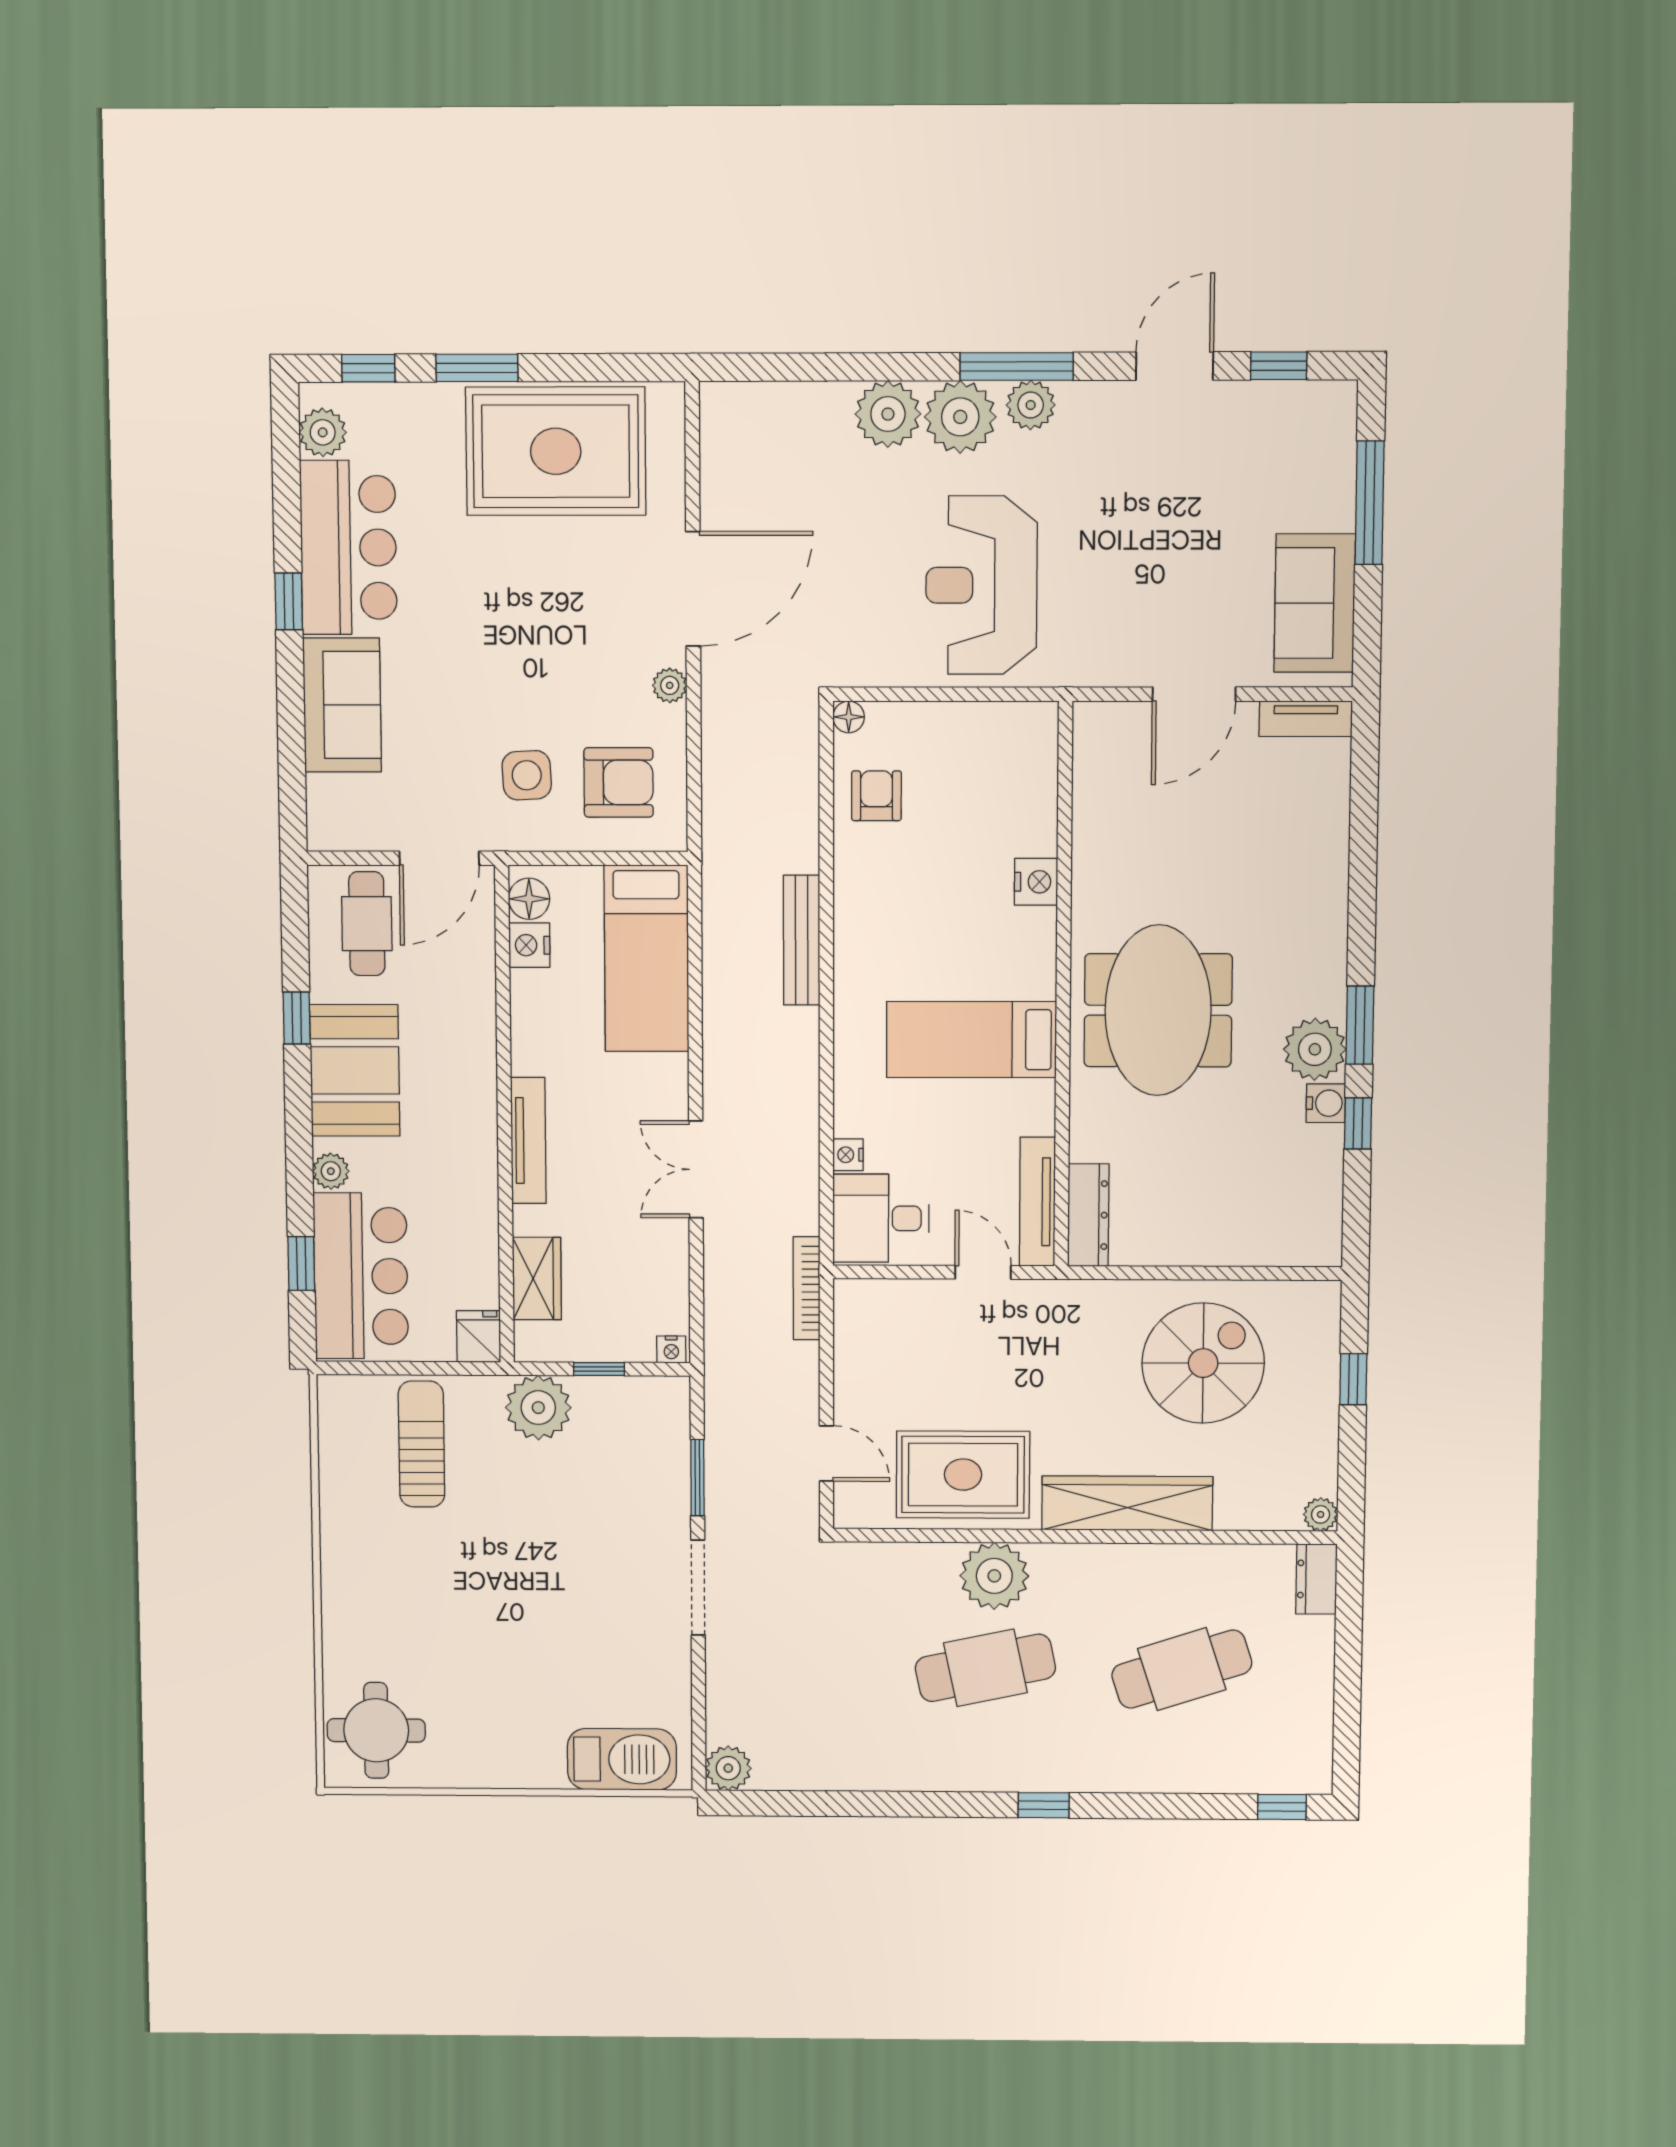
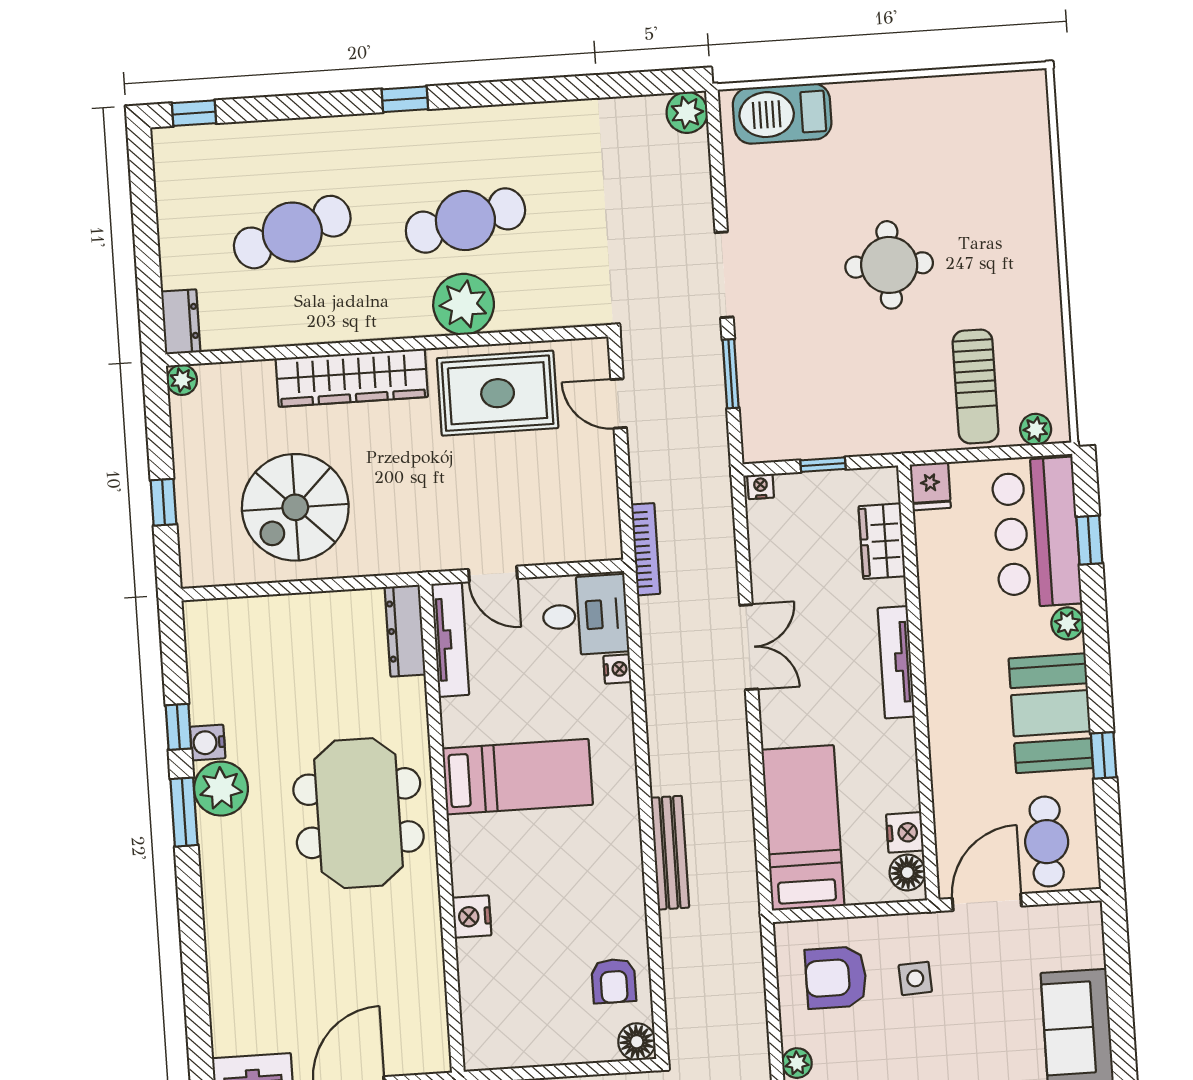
floor lamp: (849, 717) -> (637, 1042), width x1.37, depth x1.37
side table: (527, 775) -> (915, 978), width x0.73, depth x0.73
plant: (538, 1408) -> (1036, 429), moved, width x0.53, depth x0.53
round table: (376, 1730) -> (889, 265), moved

